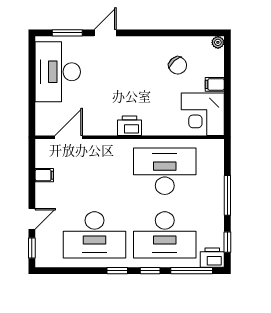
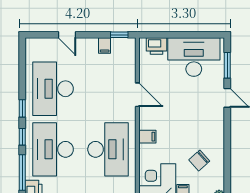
printer: (129, 126) -> (156, 46), moved, turned 90
filing cabinet: (150, 126) -> (147, 137), added
door: (69, 137) -> (137, 95), moved
window: (32, 248) -> (119, 35), moved

